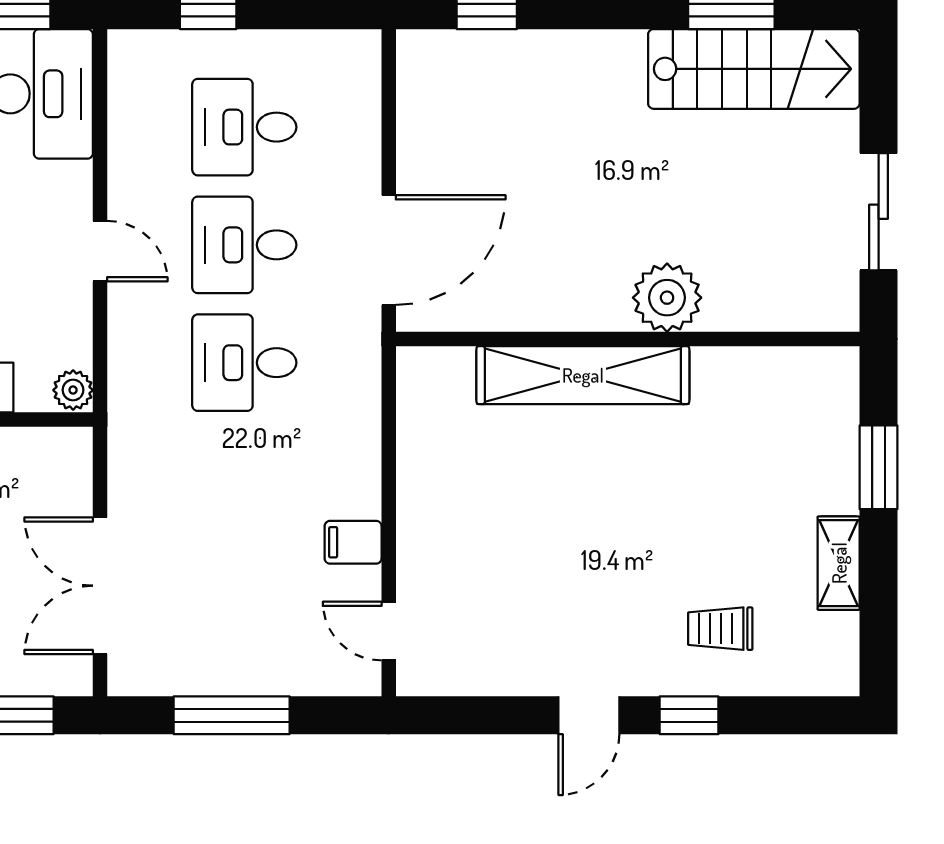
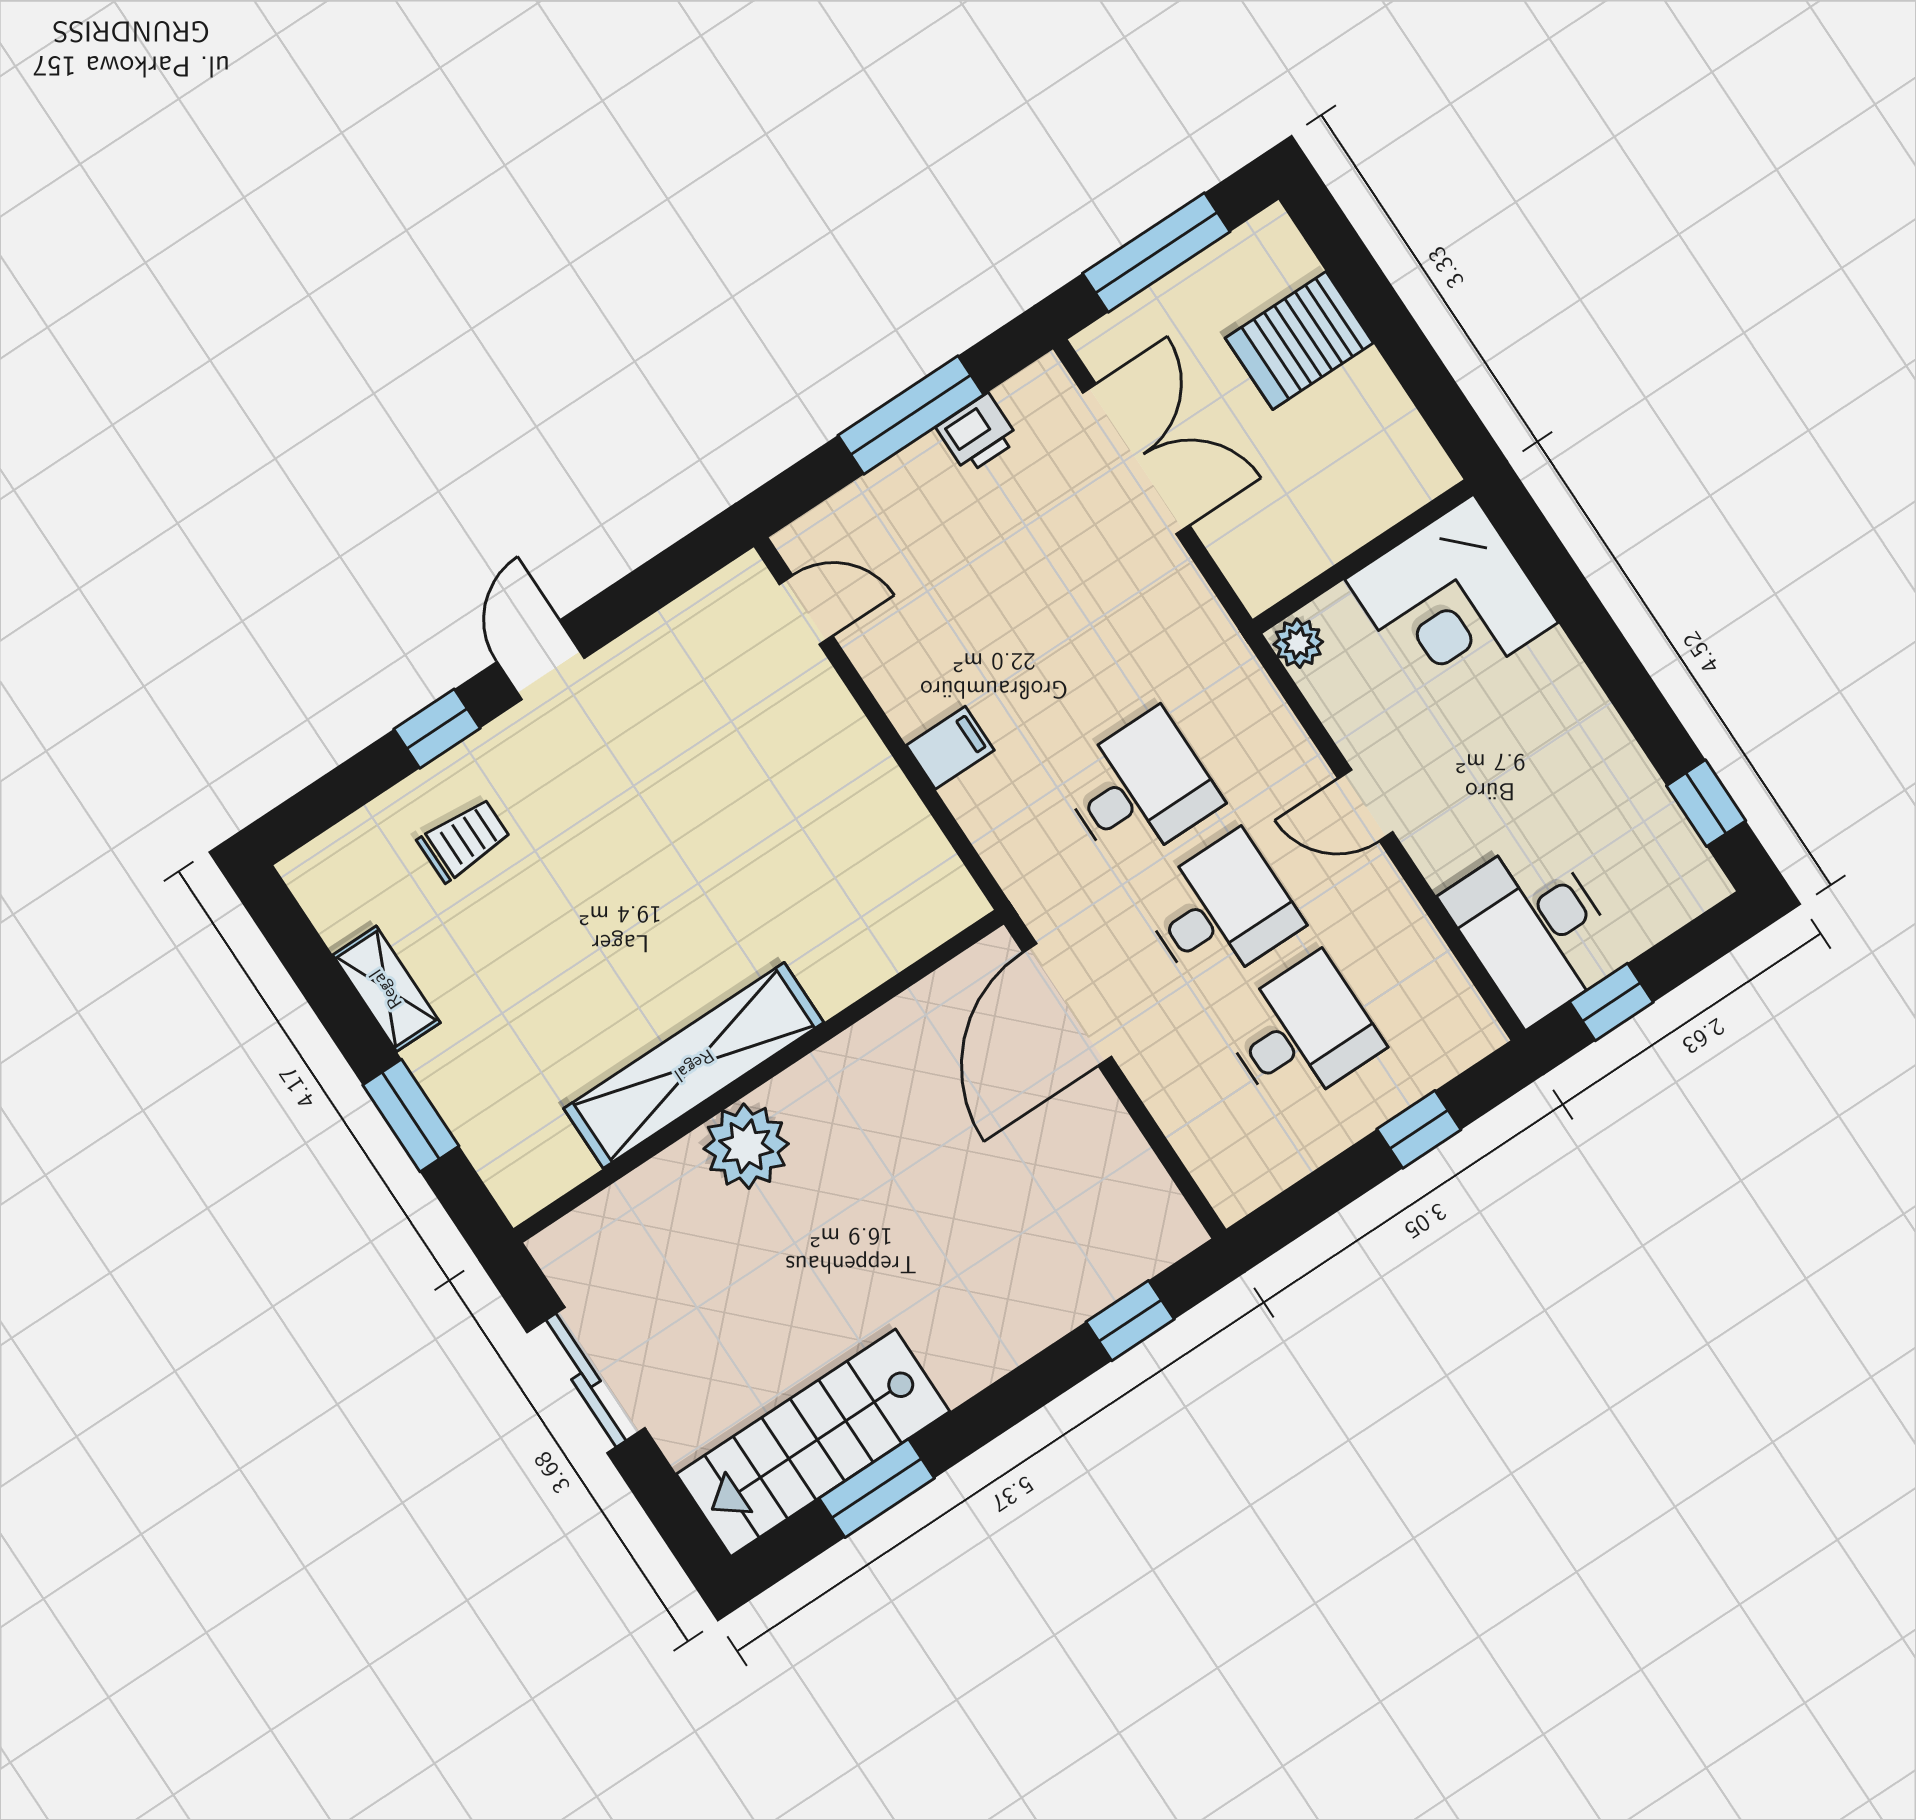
shelving: (583, 375) -> (694, 1065), moved
filing cabinet: (353, 542) -> (950, 748), moved
printer: (195, 673) -> (978, 434), added

